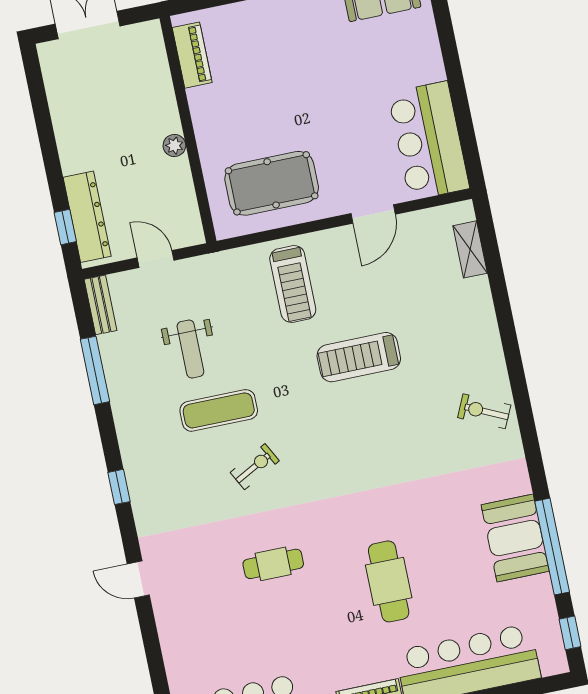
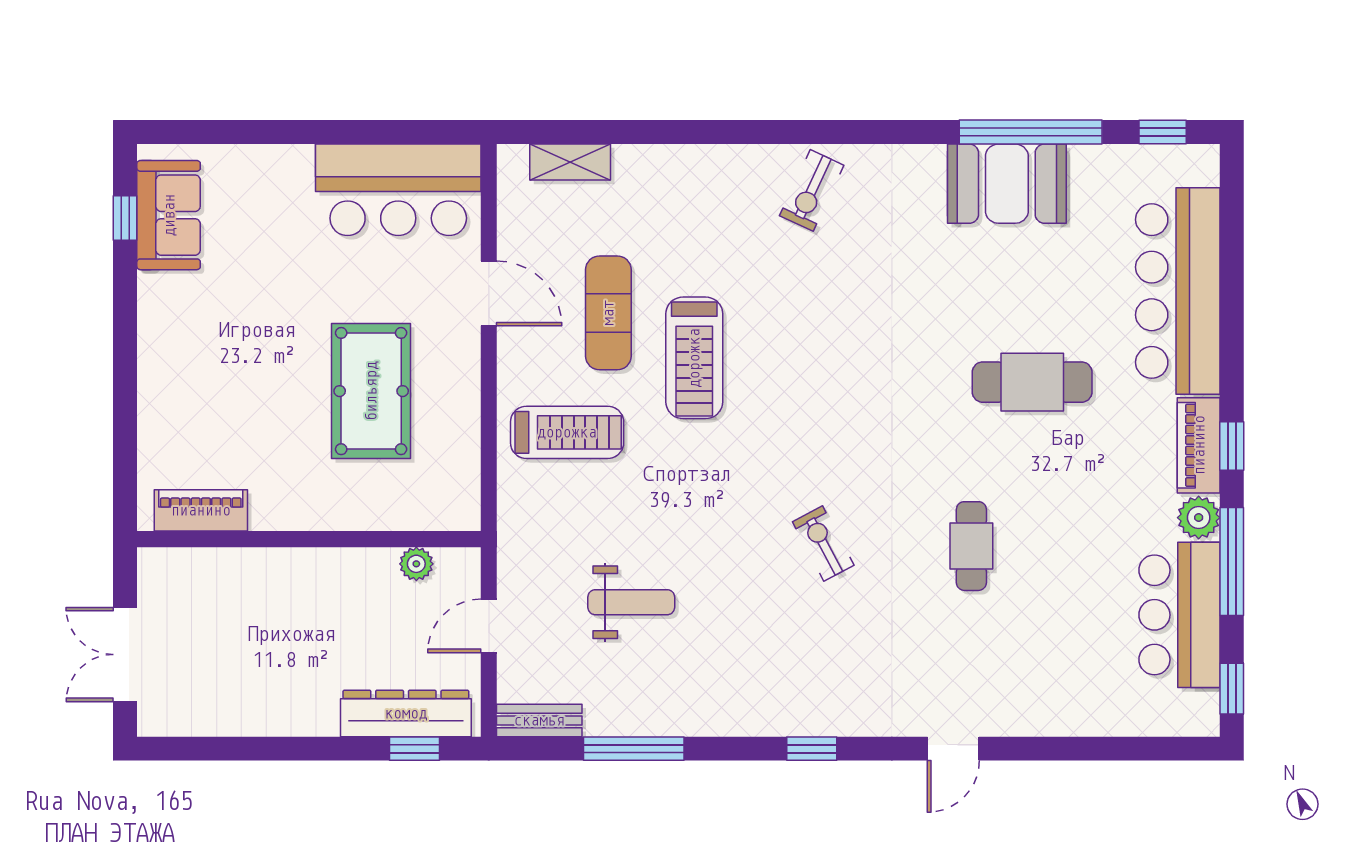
plant: (174, 145) -> (416, 564), moved
pool table: (272, 183) -> (371, 391), moved
exercise mat: (219, 410) -> (608, 313), moved

